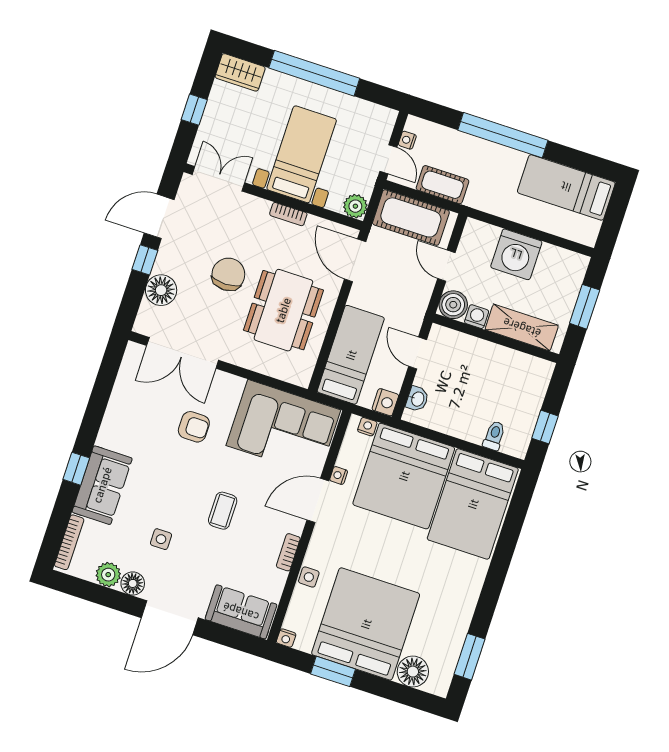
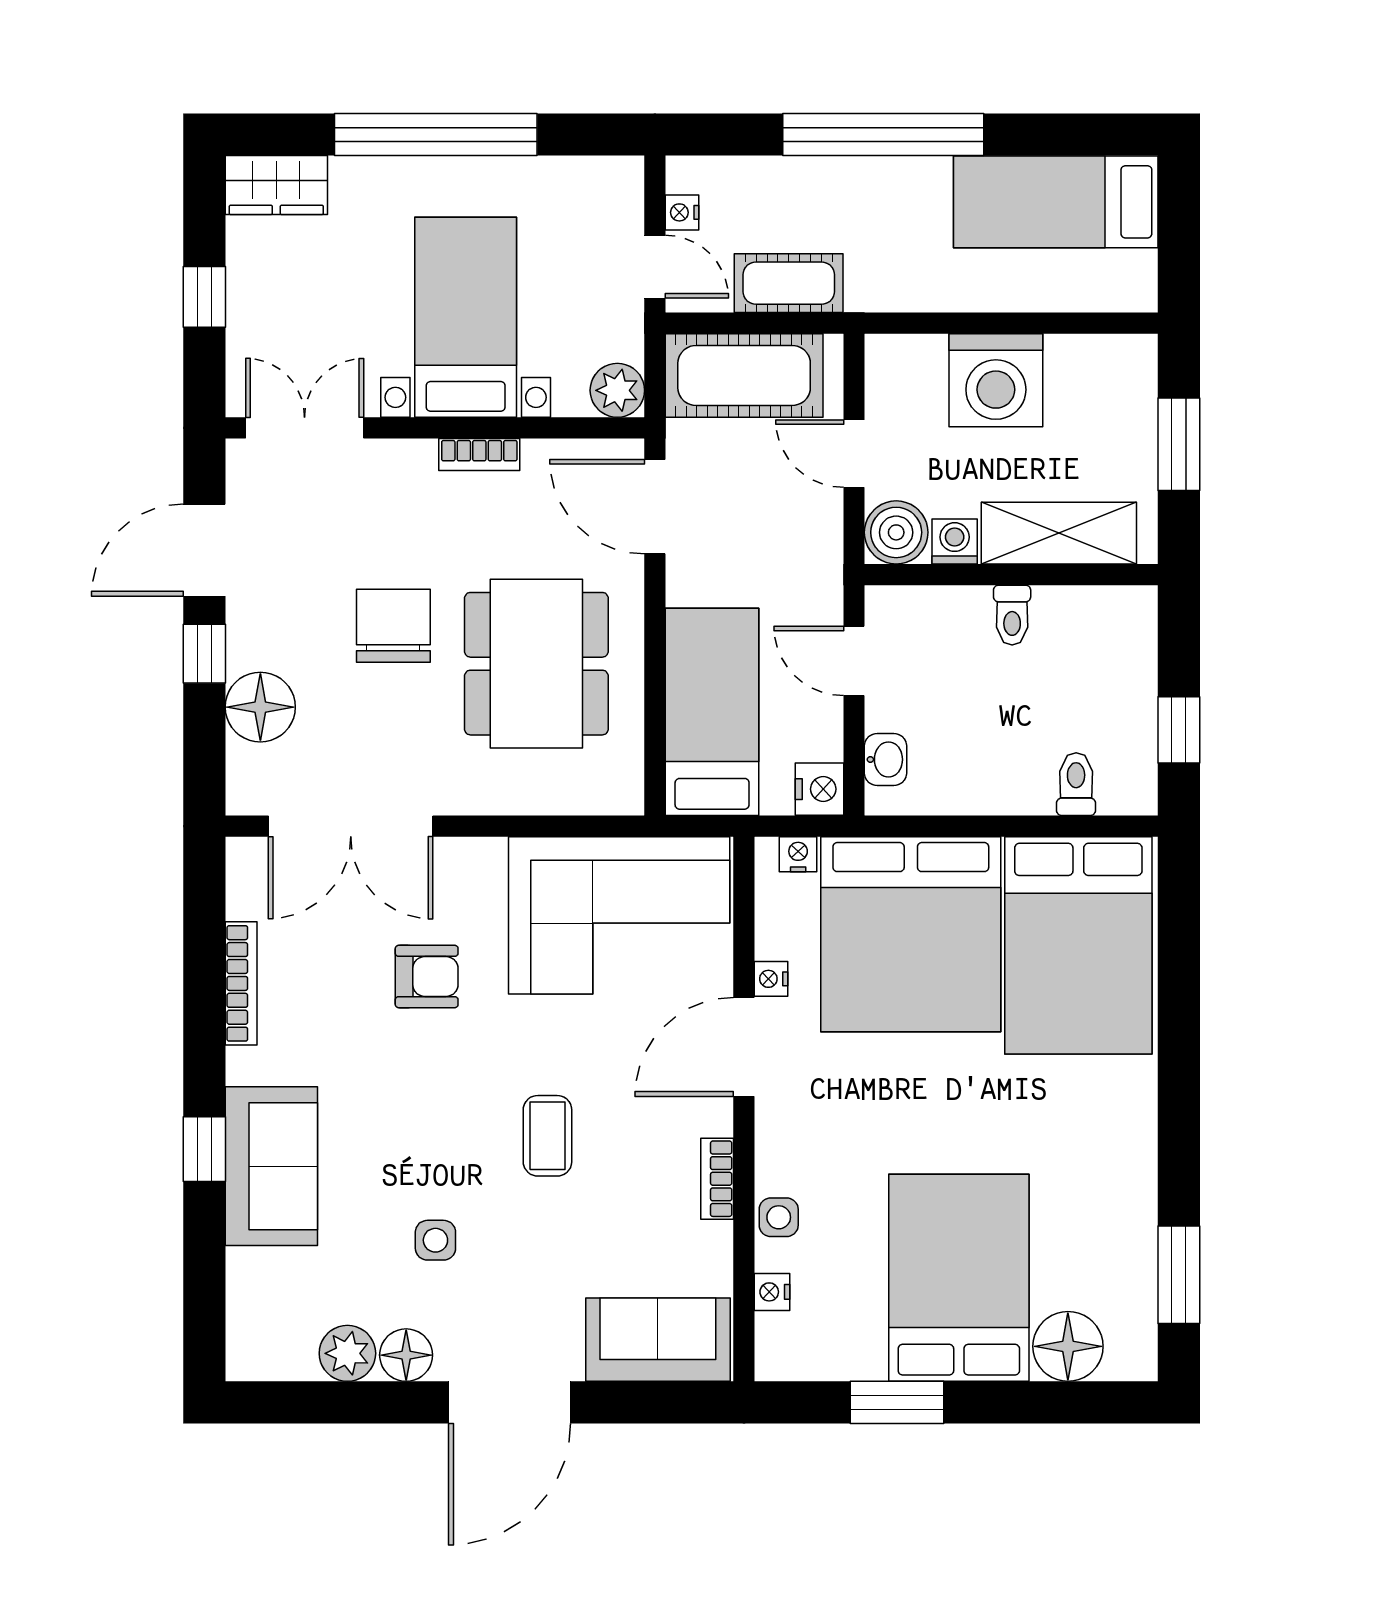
toilet: (491, 356) -> (1012, 615), added
bookcase: (69, 542) -> (241, 983), moved
bed: (366, 624) -> (959, 1278), width x0.73
nightstand: (286, 638) -> (772, 1292), moved, turned 90

